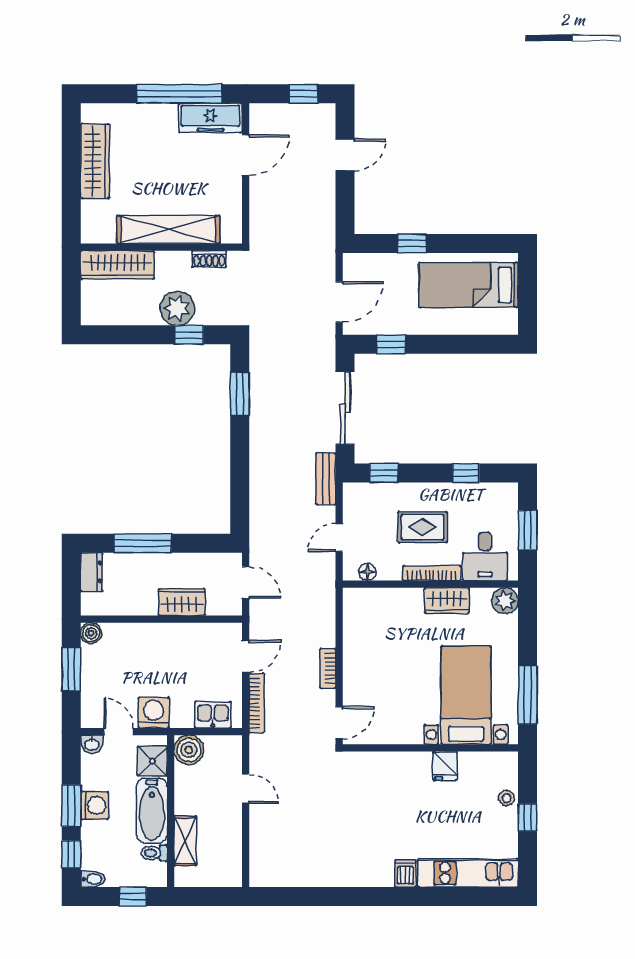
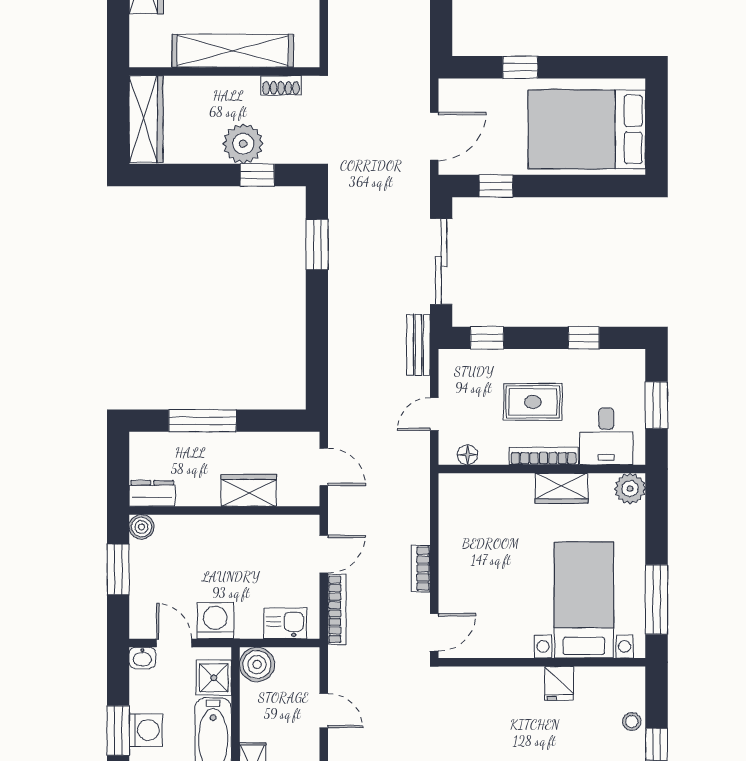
wardrobe: (117, 265) -> (146, 119), moved, turned -90
bed: (469, 285) -> (587, 129), width x1.50
dresser: (92, 572) -> (152, 493), moved, turned -90

